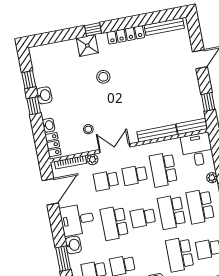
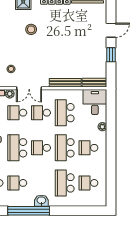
window: (208, 102) -> (111, 55), moved
double door: (115, 148) -> (29, 88), swing flipped
school desk: (200, 206) -> (88, 148), width x0.54

